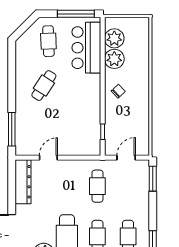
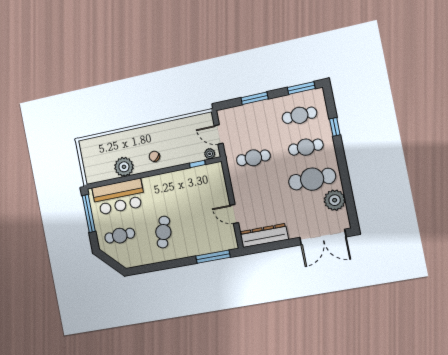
plant: (114, 38) -> (210, 154), moved, width x0.53, depth x0.53
cafe table: (44, 86) -> (163, 232), turned 73
window: (153, 179) -> (255, 98), moved

